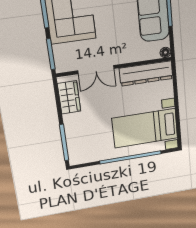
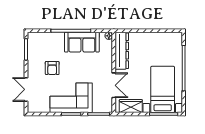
bed with nightstands: (145, 128) -> (163, 89), moved, turned 180

